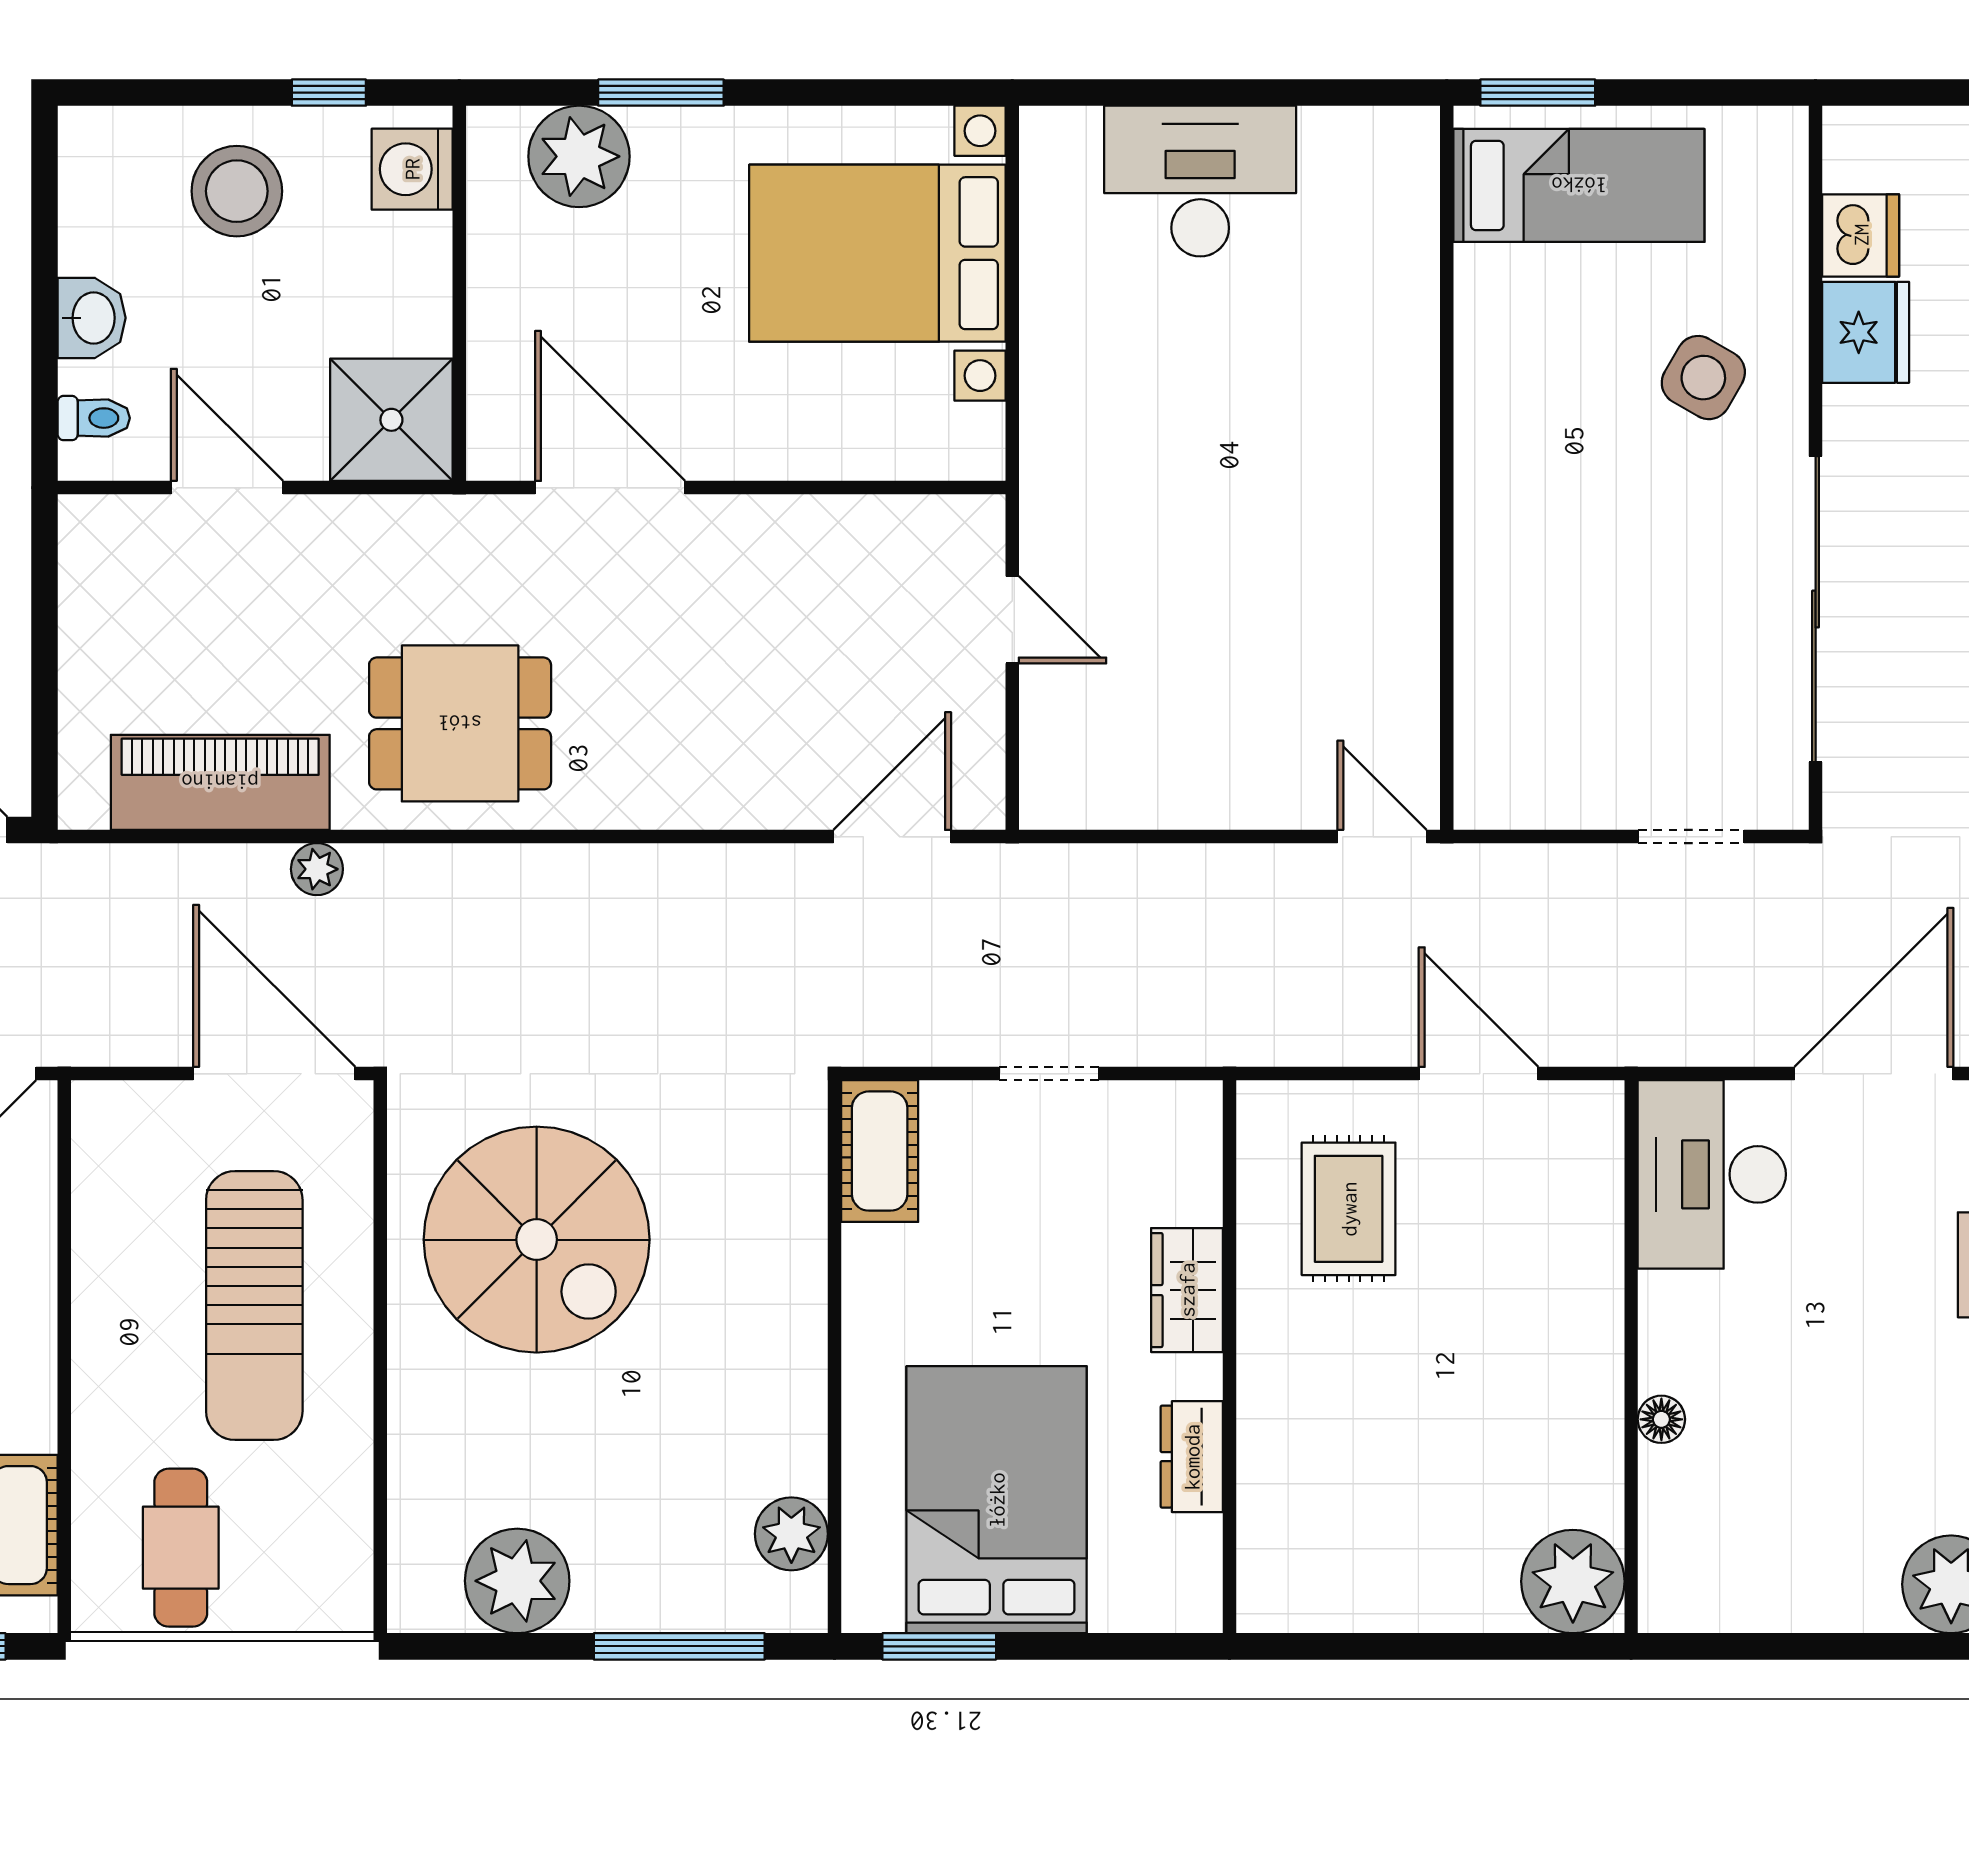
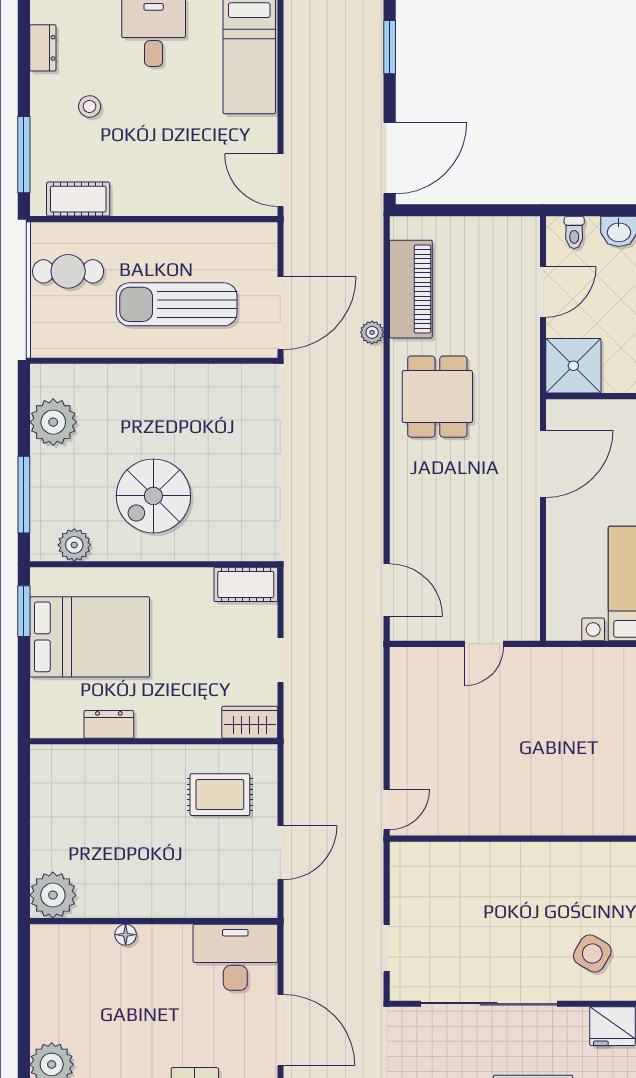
spiral stairs: (537, 1240) -> (153, 496), moved, width x0.73, depth x0.73
wardrobe: (1187, 1290) -> (250, 722), moved

